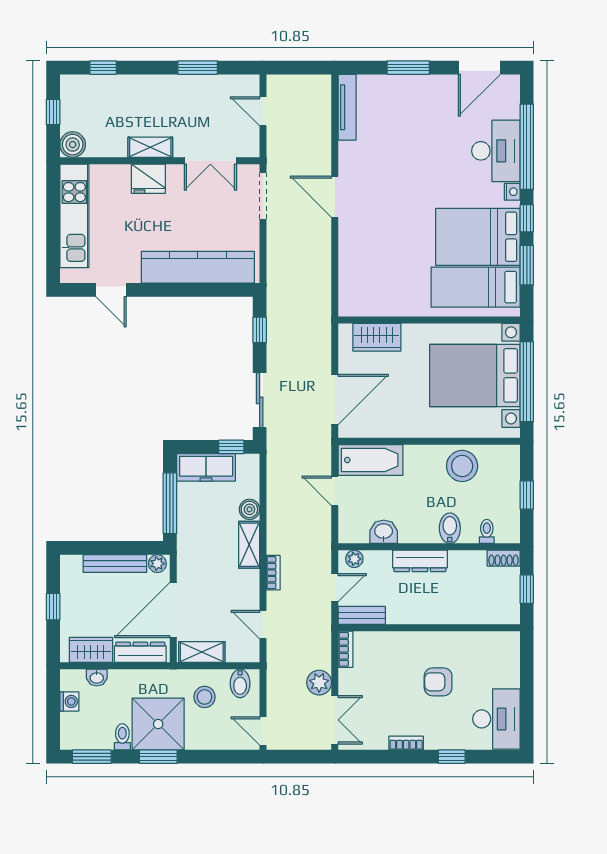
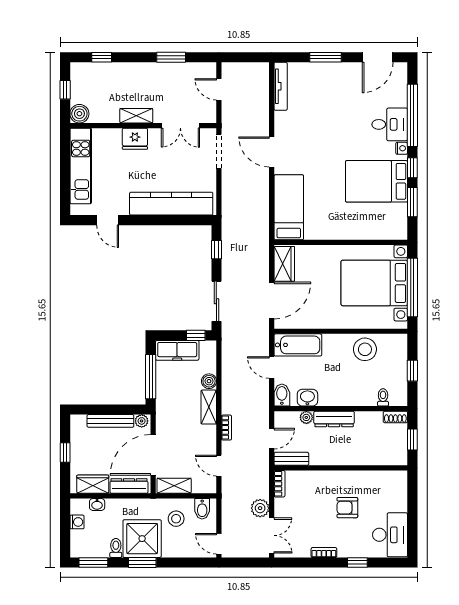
desk: (496, 151) -> (390, 124), width x0.73
bed: (476, 287) -> (289, 207), moved, turned 90
wardrobe: (377, 337) -> (284, 264), moved, turned -90
bidet: (450, 528) -> (282, 395), moved
plant: (354, 559) -> (306, 417), moved

